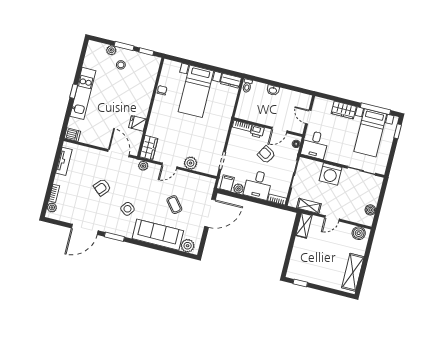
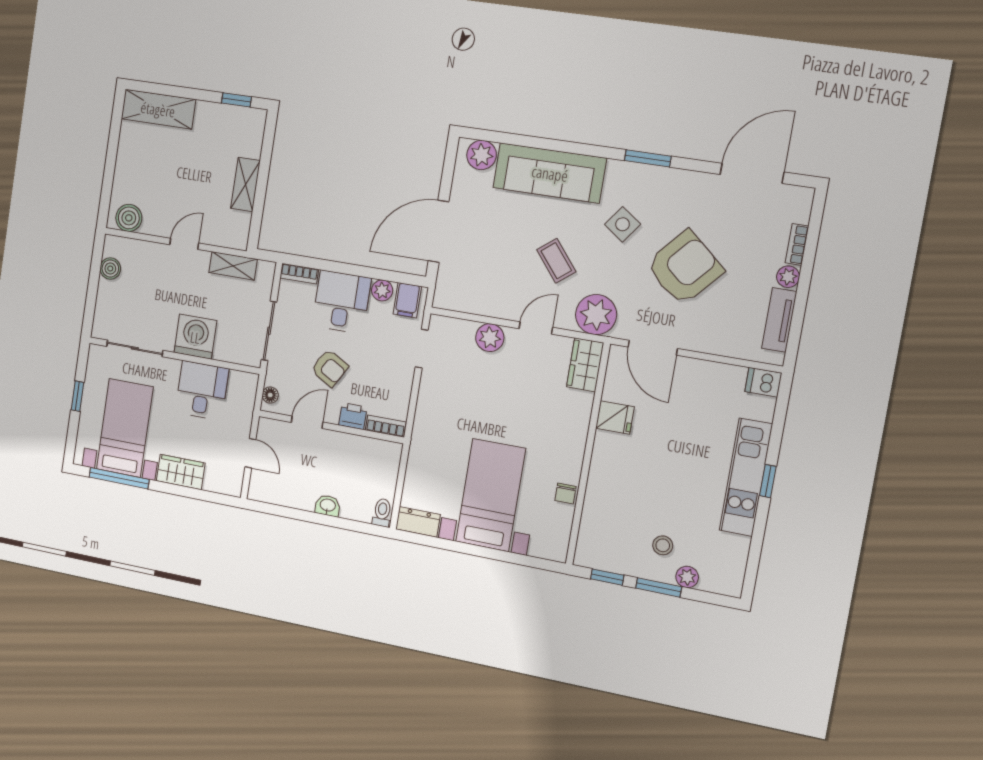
window: (398, 131) -> (77, 396), moved
desk: (315, 145) -> (202, 390), moved
plant: (143, 166) -> (596, 315), width x1.87, depth x1.87
armchair: (102, 187) -> (685, 268), width x1.88, depth x1.88
coffee table: (174, 205) -> (556, 261), moved
plant: (52, 207) -> (788, 277), moved
shelving: (304, 225) -> (245, 185), moved
door: (85, 229) -> (752, 173), moved
shelving: (353, 272) -> (158, 109), moved, turned 90

